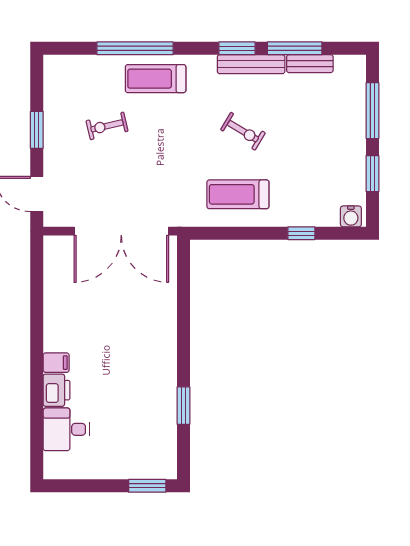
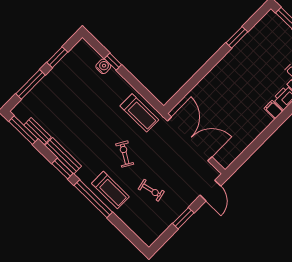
window: (135, 48) -> (93, 199), moved
window: (295, 48) -> (23, 130), moved
exercise bike: (243, 131) -> (125, 154), moved
treadmill: (238, 194) -> (139, 113), moved
water cooler: (351, 216) -> (103, 66), moved

